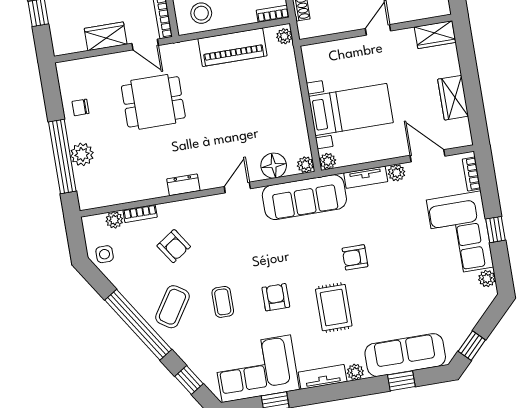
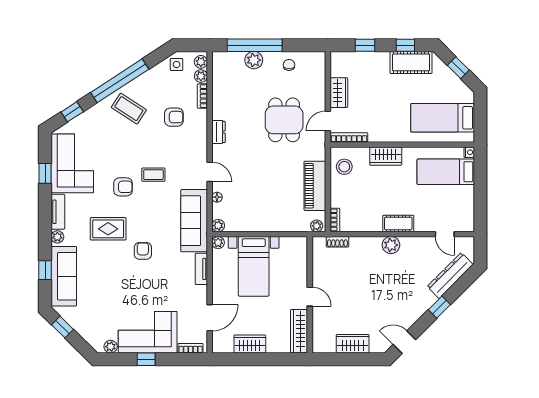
wardrobe: (435, 35) -> (299, 331), width x1.50
floor lamp: (274, 166) -> (217, 197), width x0.53, depth x0.53
plant: (397, 173) -> (201, 62), moved
armchair: (174, 246) -> (174, 117), turned -146
coffee table: (223, 302) -> (153, 175), moved

